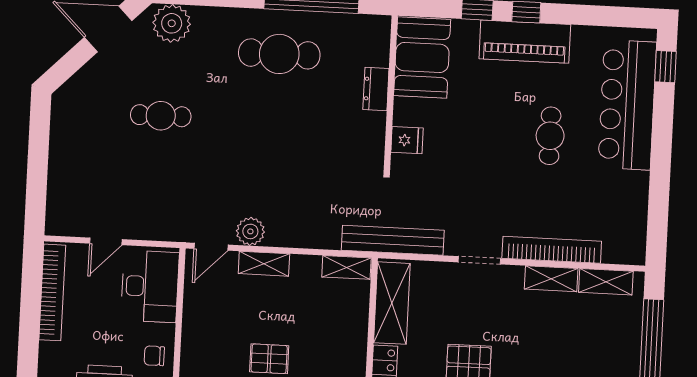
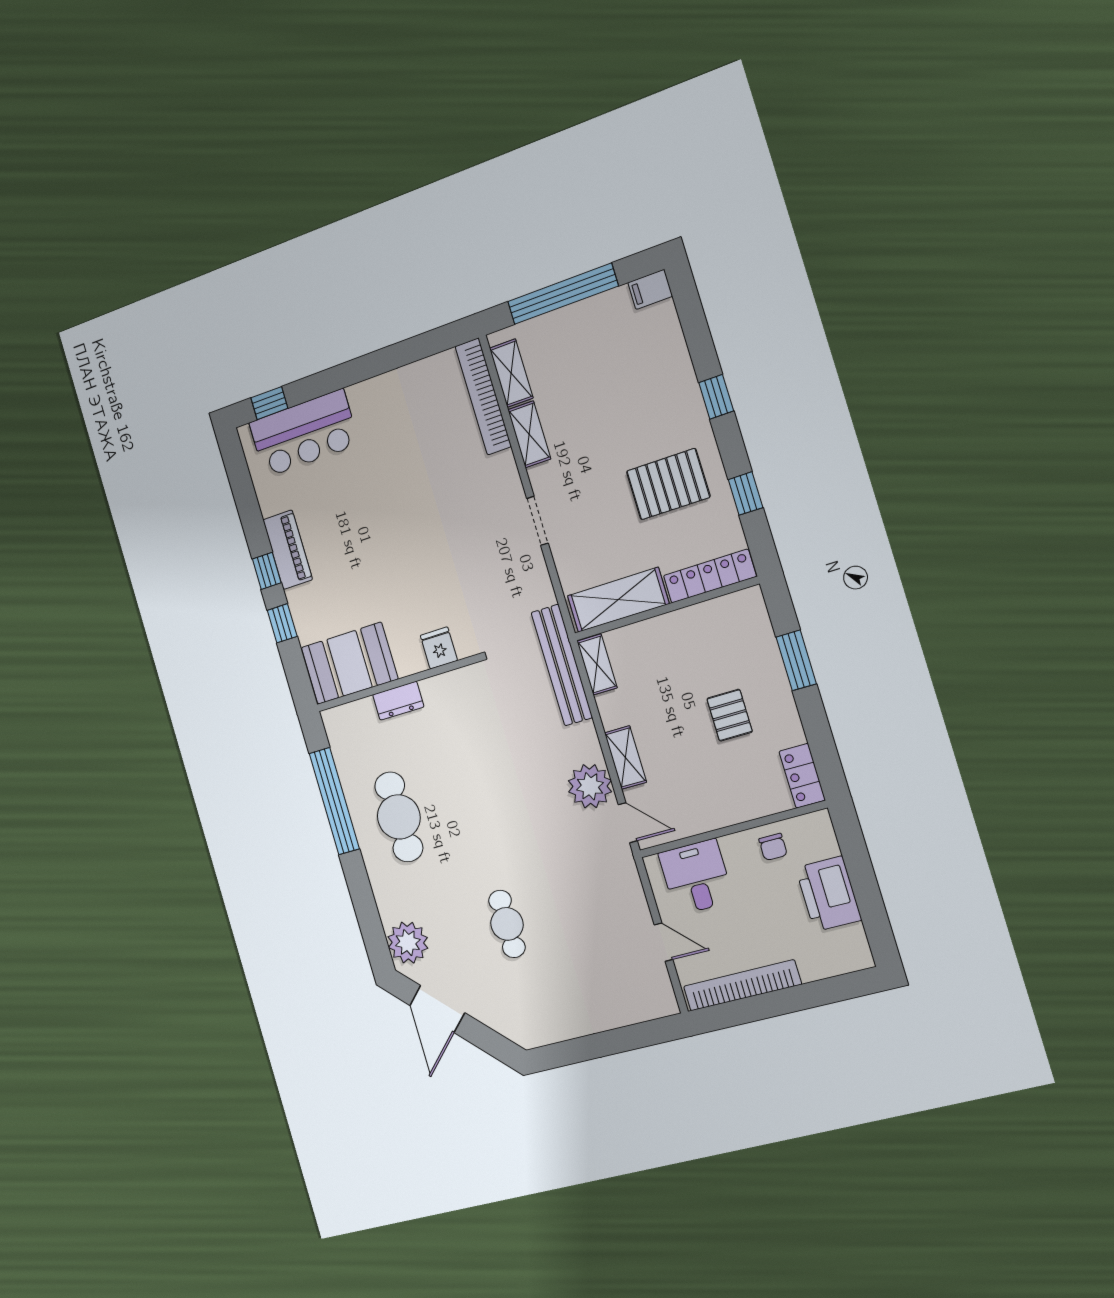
piano: (525, 42) -> (288, 550), width x0.73, depth x0.75
bar counter: (627, 105) -> (304, 433), width x0.73
cafe table: (550, 136) -> (381, 496), removed
plant: (250, 231) -> (590, 786), width x1.36, depth x1.36
bench: (393, 240) -> (562, 665), moved
bookcase: (552, 250) -> (483, 396), moved
desk: (150, 286) -> (696, 877), width x0.73

